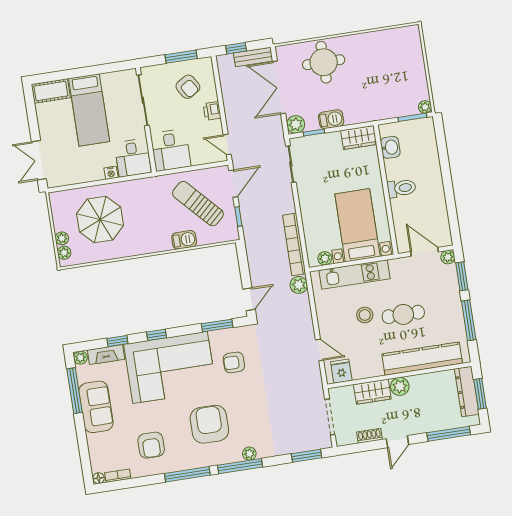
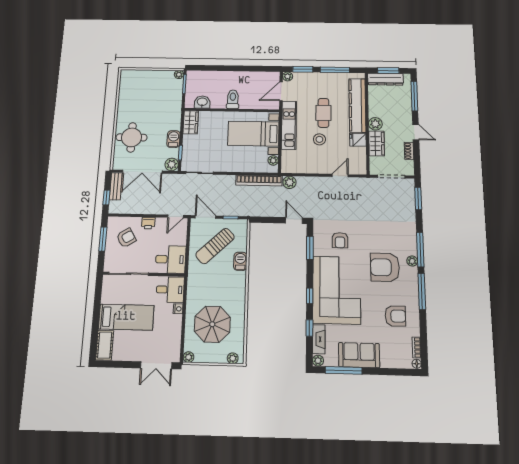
plant: (62, 238) -> (188, 357), moved
kitchen unit: (355, 275) -> (289, 125), moved
fridge: (341, 371) -> (358, 140), moved
plant: (249, 454) -> (412, 261), moved

